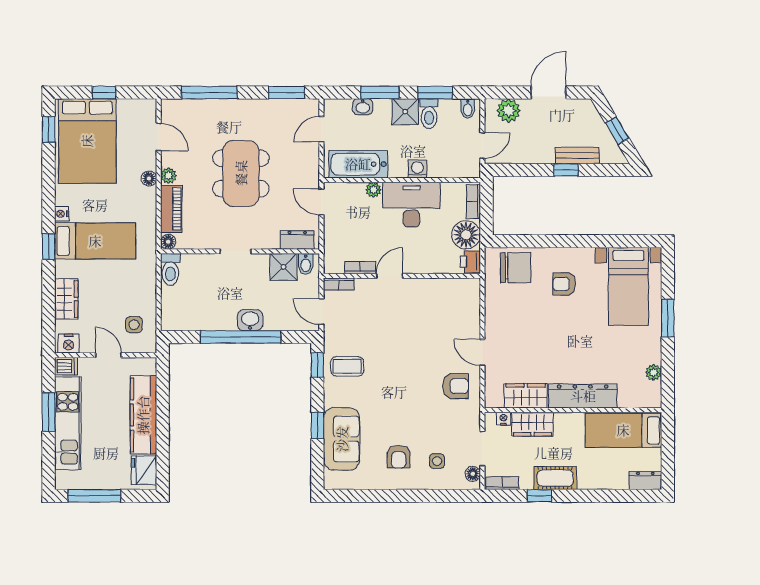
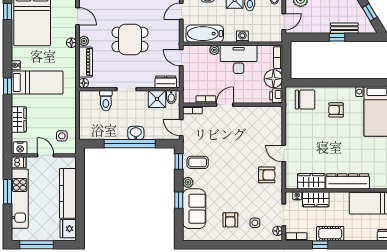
dining table: (241, 173) -> (130, 40), width x0.73
toilet: (170, 269) -> (106, 101), moved
plant: (332, 398) -> (188, 182), added

